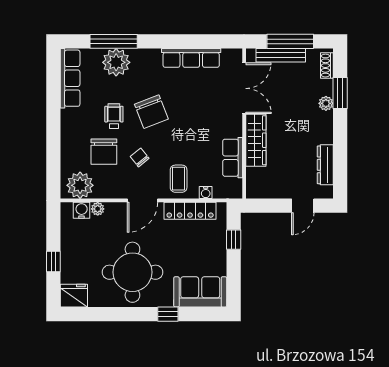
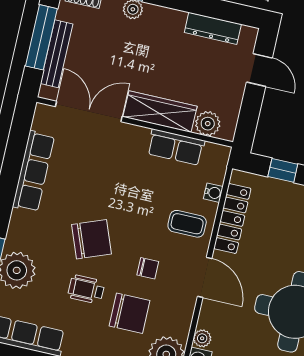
chair: (140, 157) -> (148, 268), turned -141
plant: (255, 177) -> (208, 124), added

